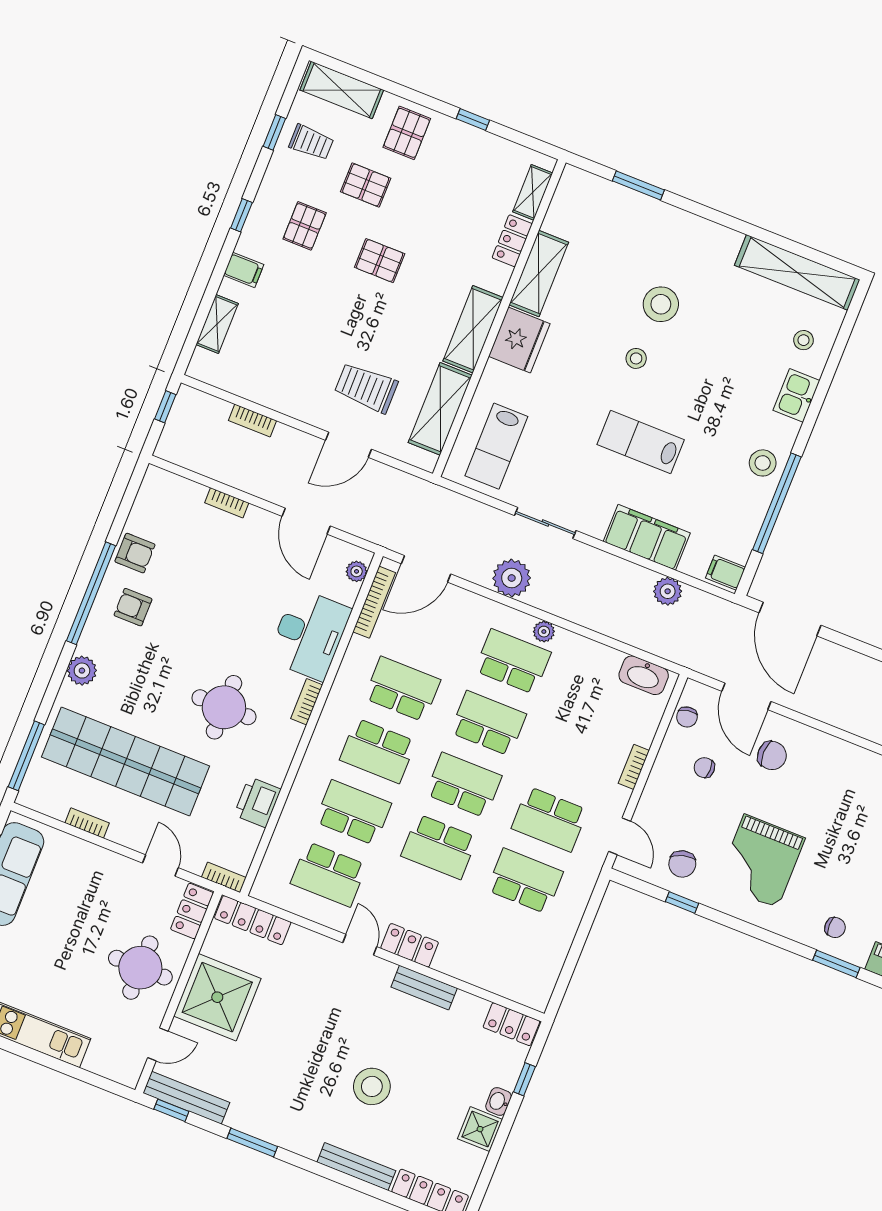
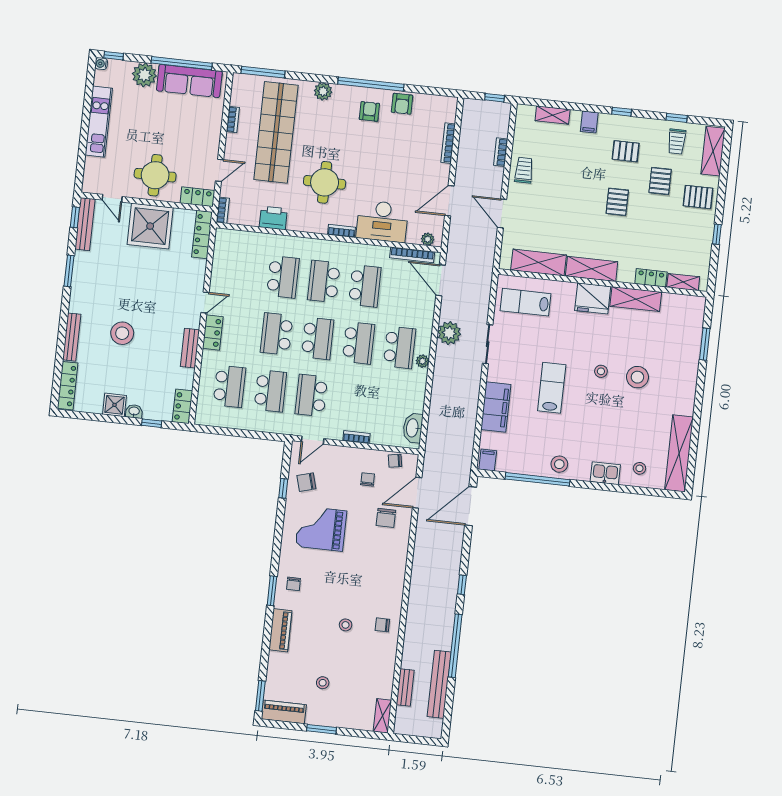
trolley: (366, 388) -> (524, 170), moved, width x0.73, depth x0.72
bookcase: (227, 503) -> (448, 143), width x1.56
plant: (668, 591) -> (467, 428), removed
school desk: (329, 874) -> (229, 386), moved, turned 180

